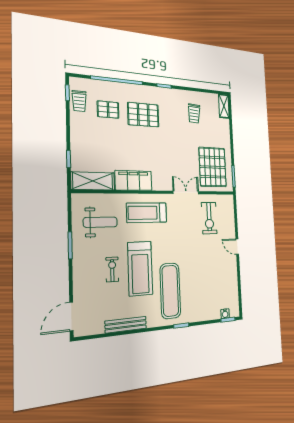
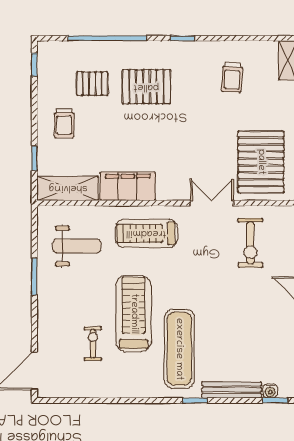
trolley: (79, 101) -> (64, 123), moved
exercise bike: (112, 269) -> (93, 344), moved
treadmill: (140, 269) -> (134, 314), turned 180
bench: (126, 325) -> (232, 390), moved

